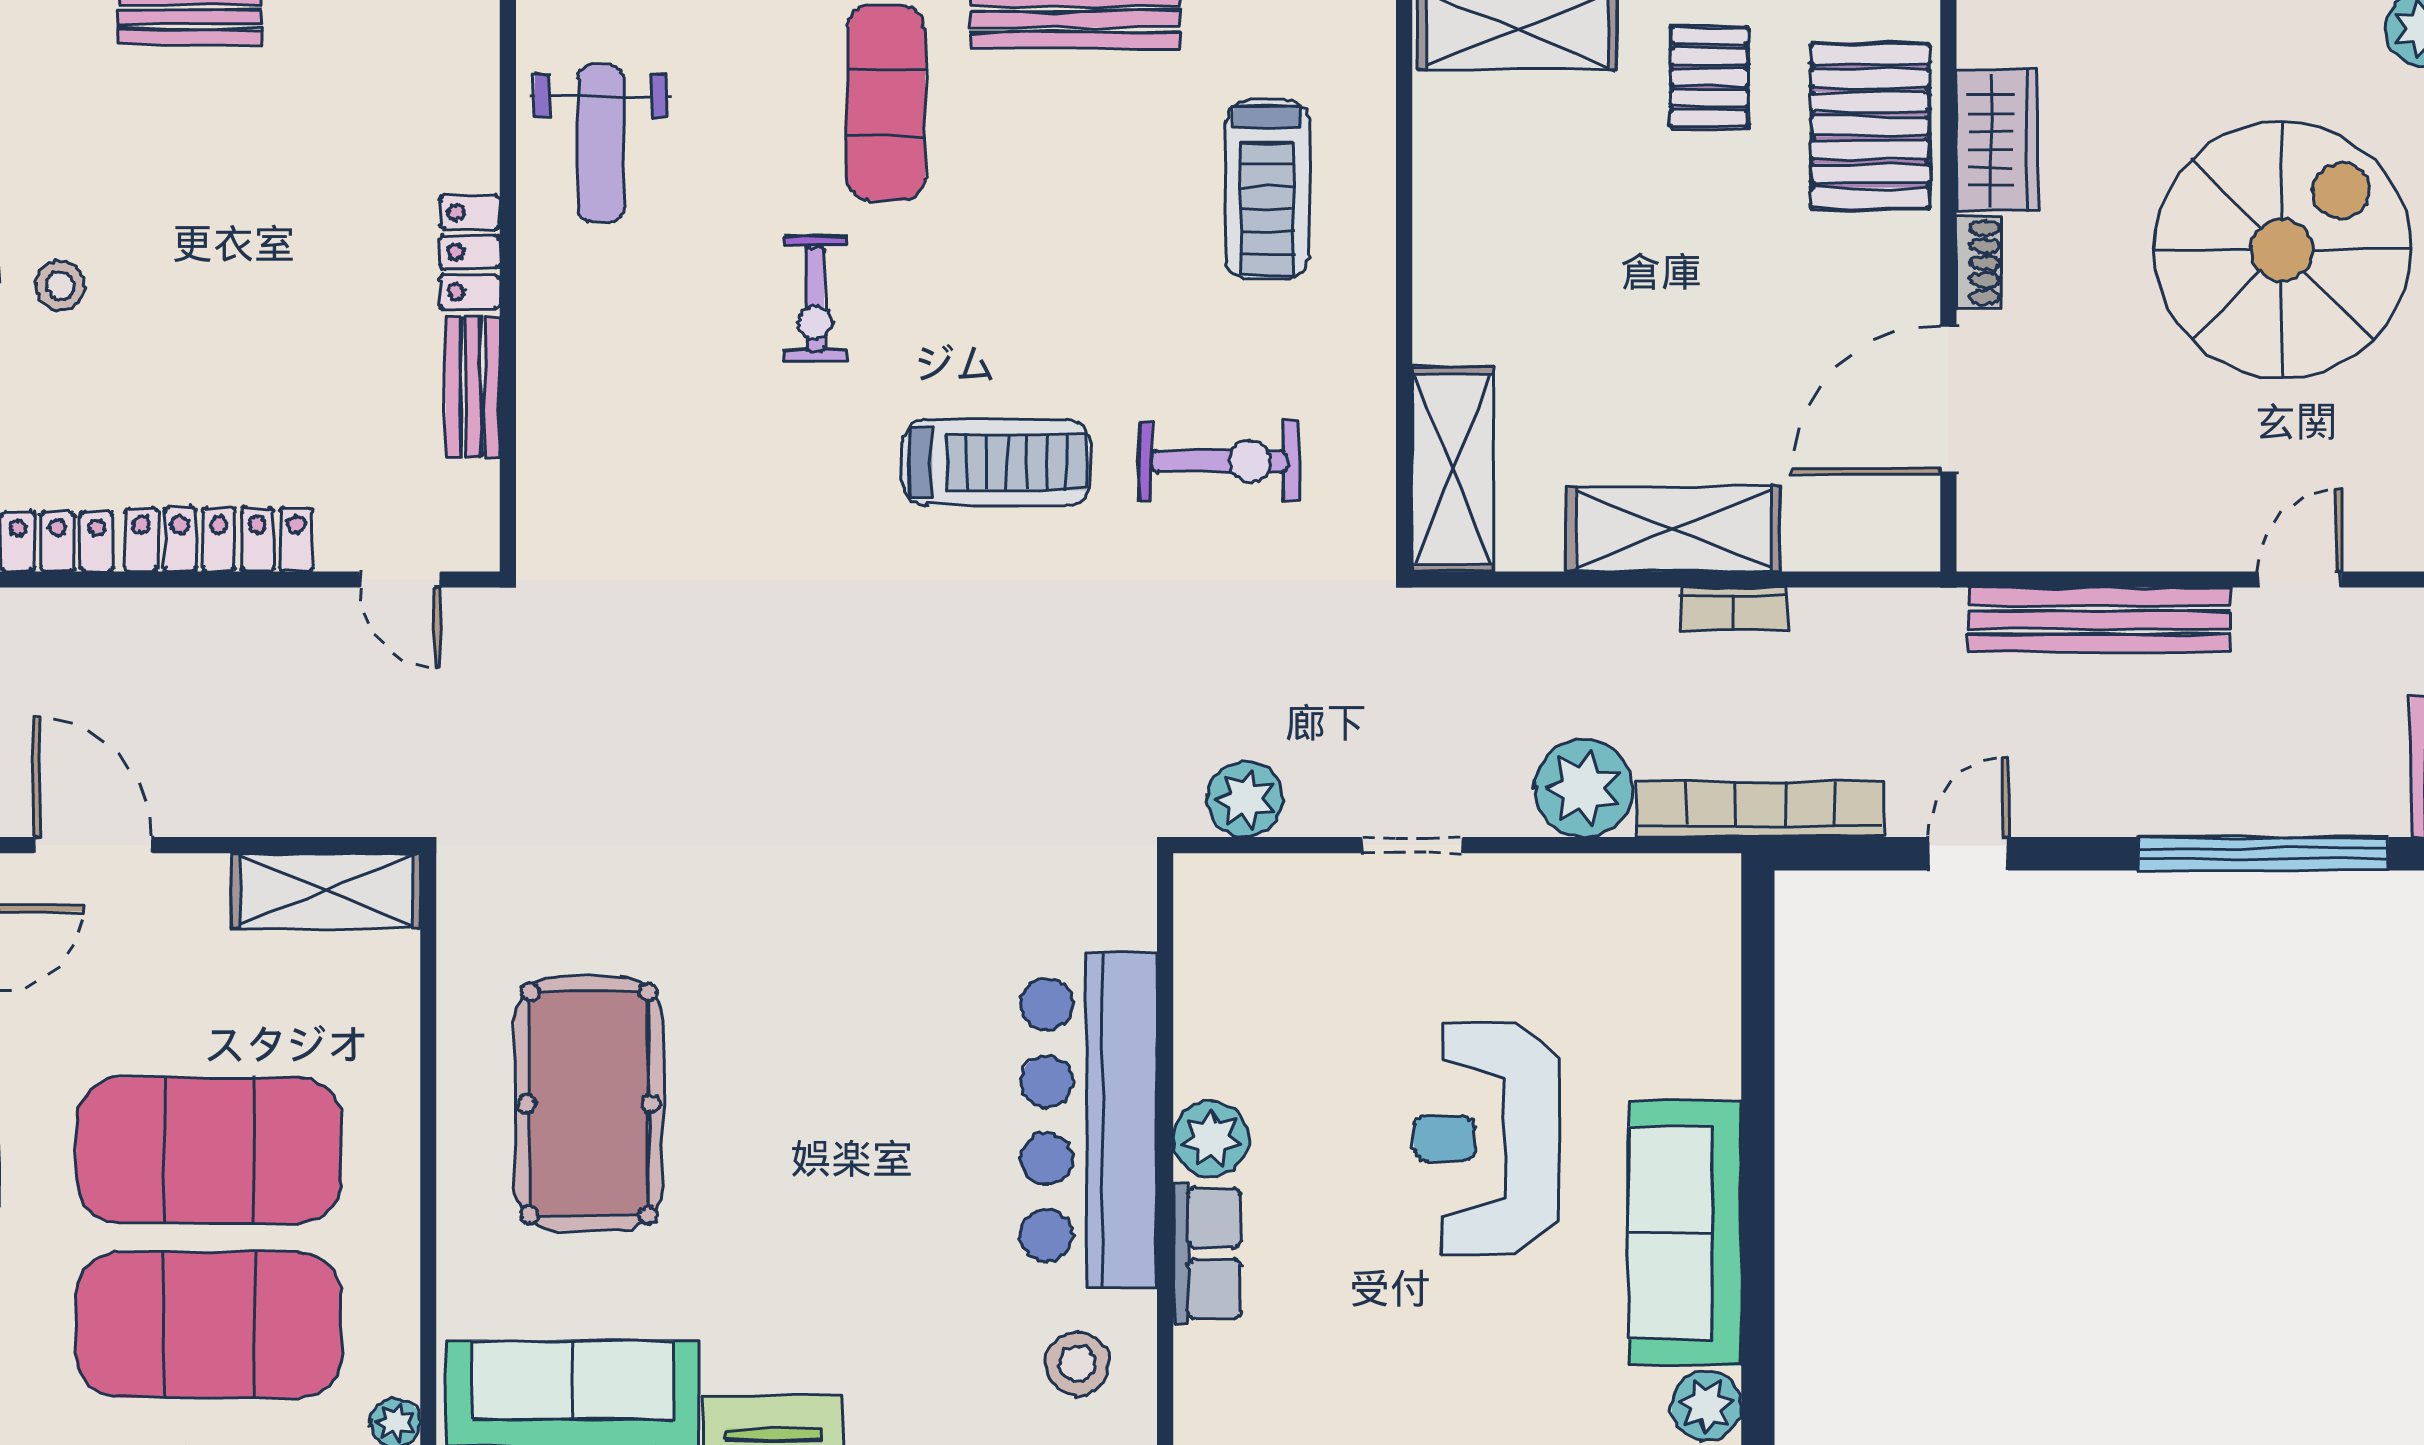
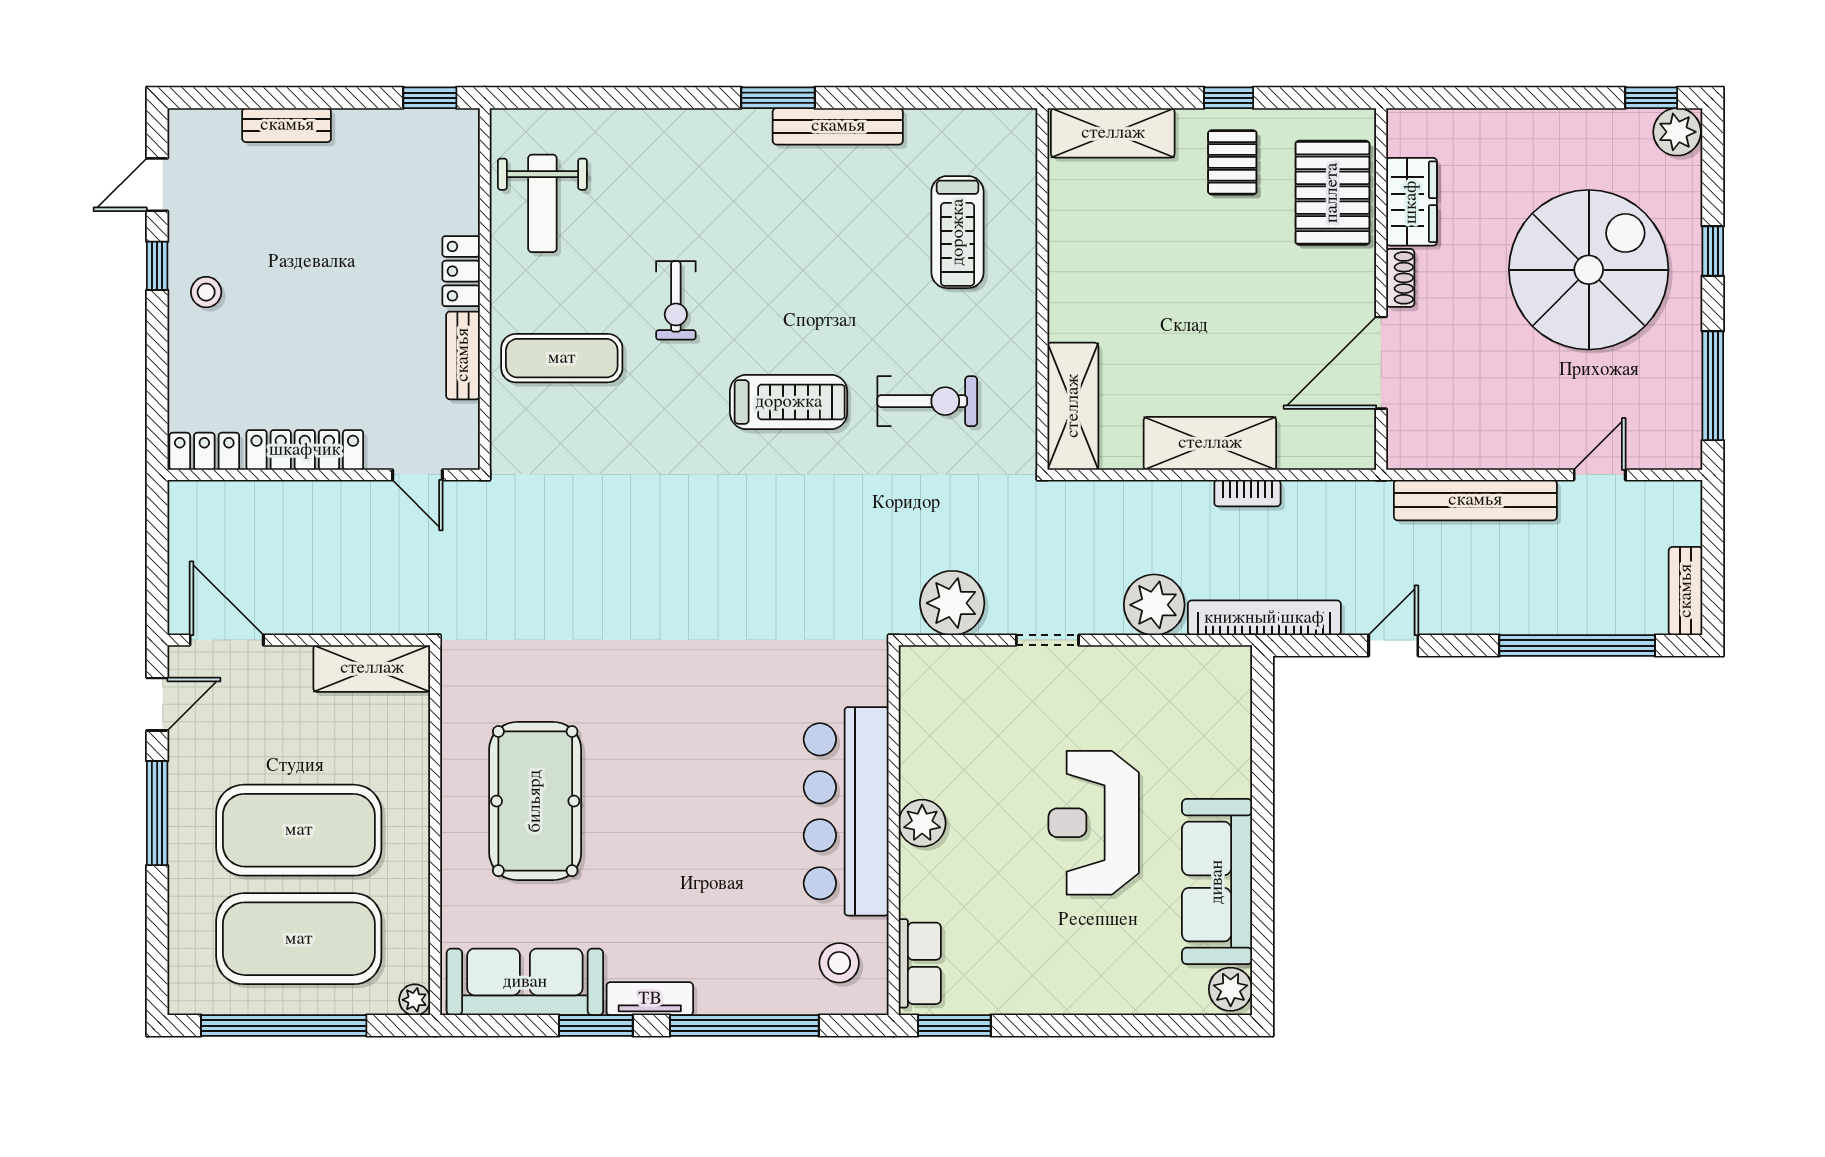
exercise mat: (886, 103) -> (562, 358), moved, turned 90
plant: (1245, 799) -> (952, 603), width x1.36, depth x1.36
row of seats: (1207, 1253) -> (920, 963), moved

